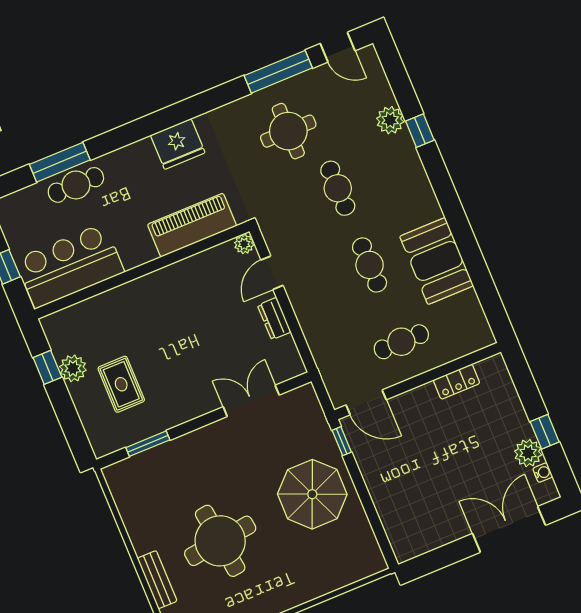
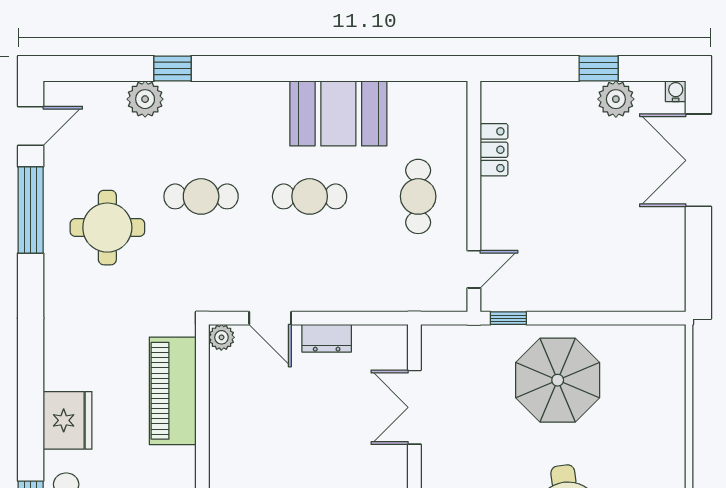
fridge: (178, 144) -> (68, 420), moved
door: (366, 402) -> (474, 269), width x0.73
water cooler: (543, 473) -> (676, 91), moved

